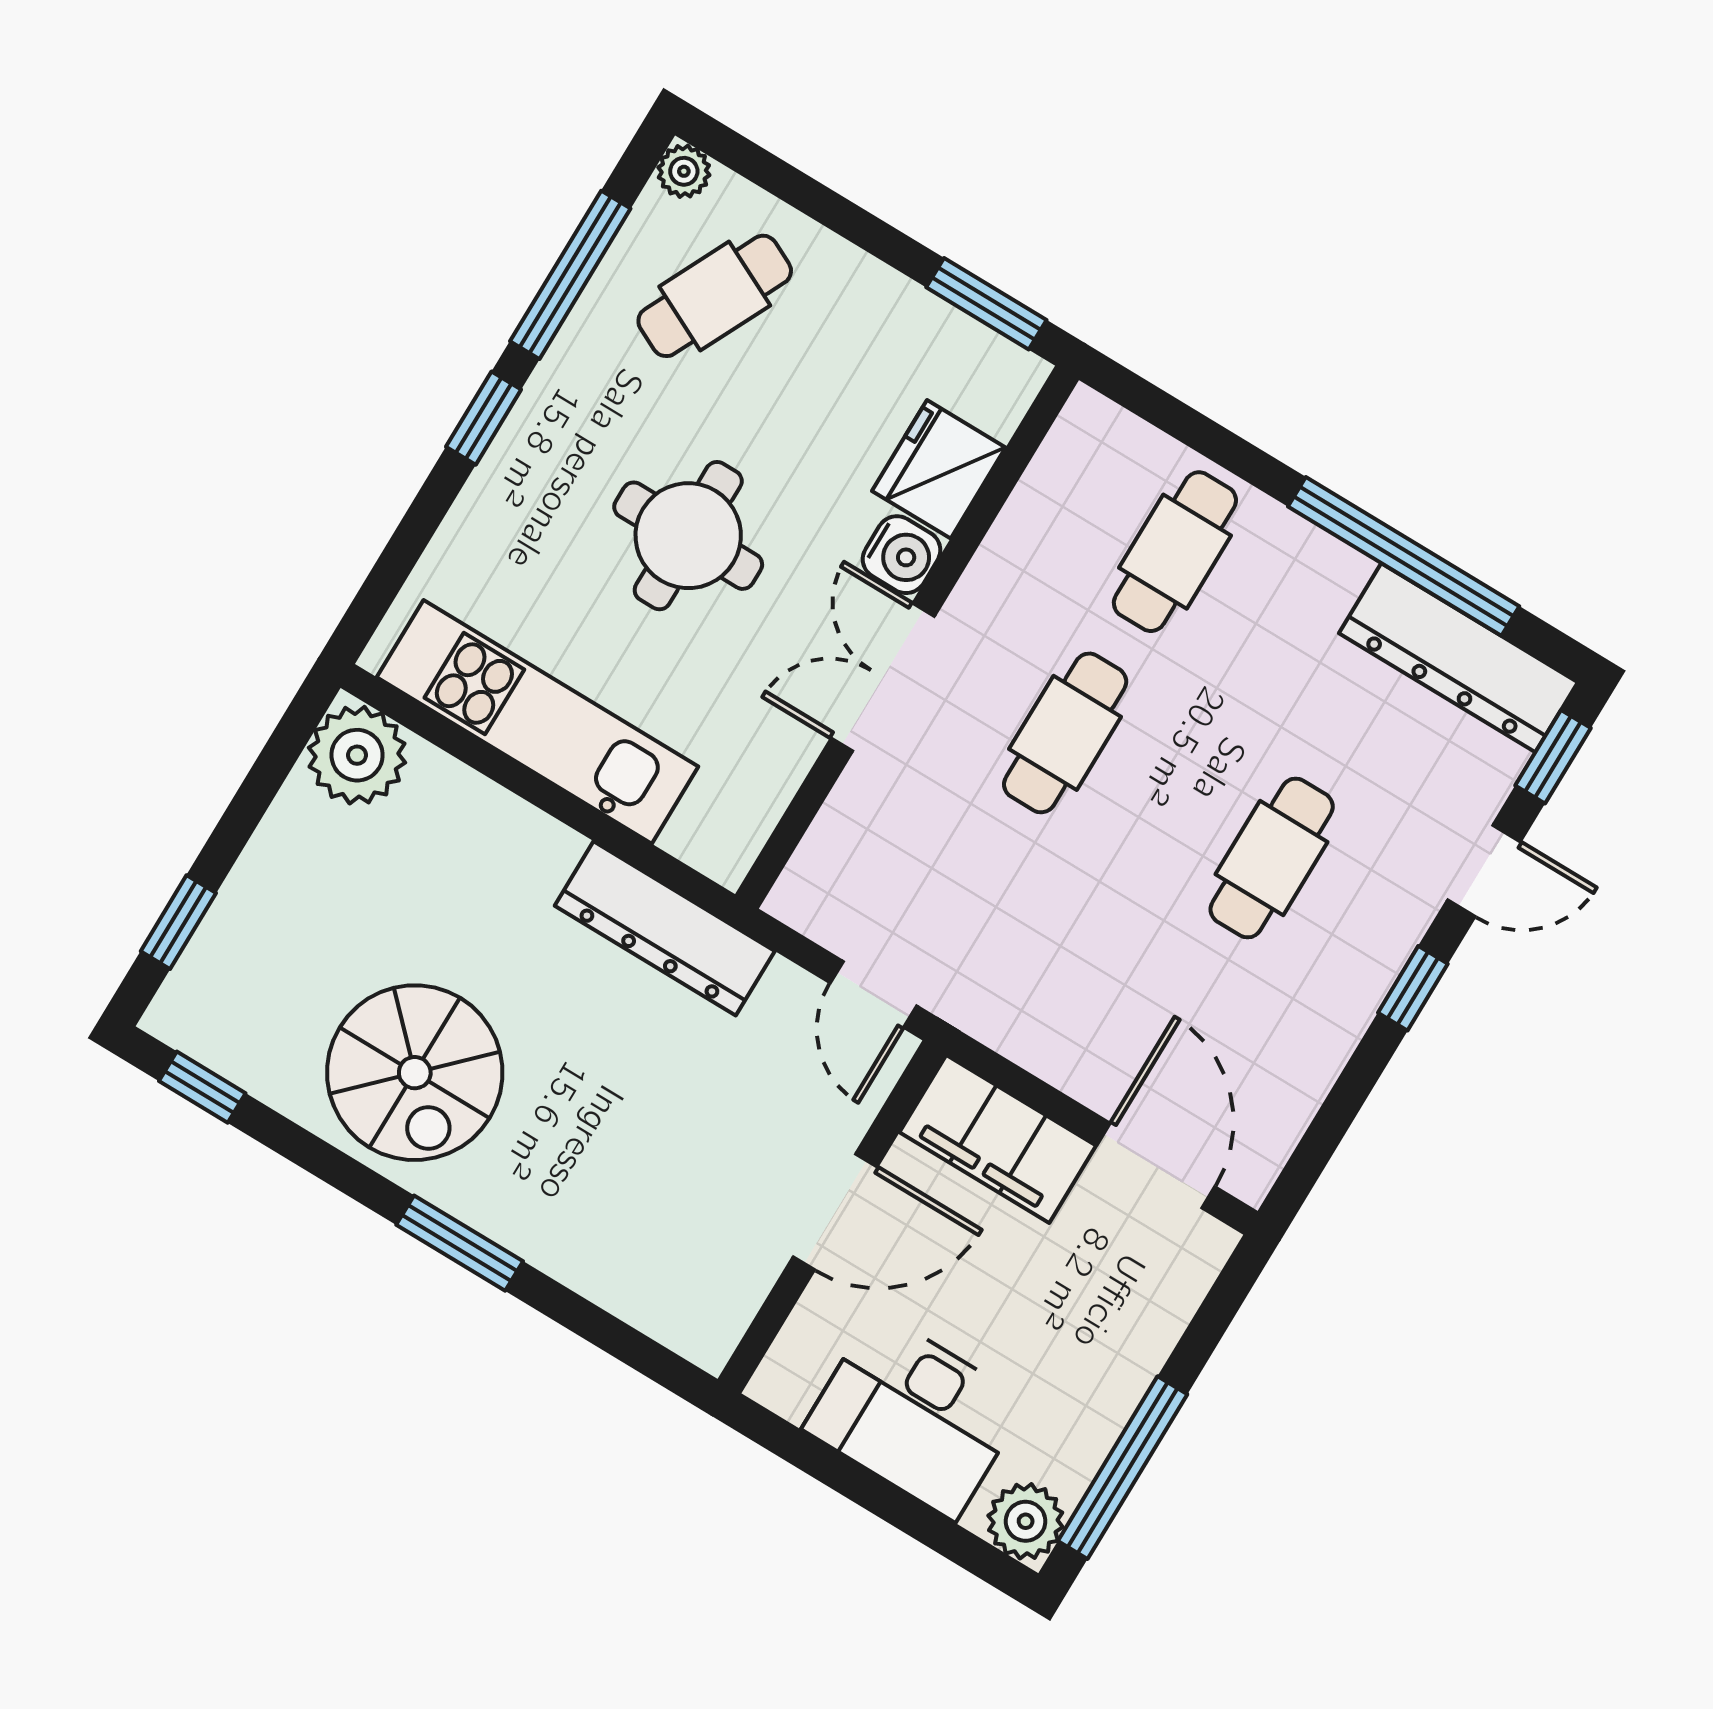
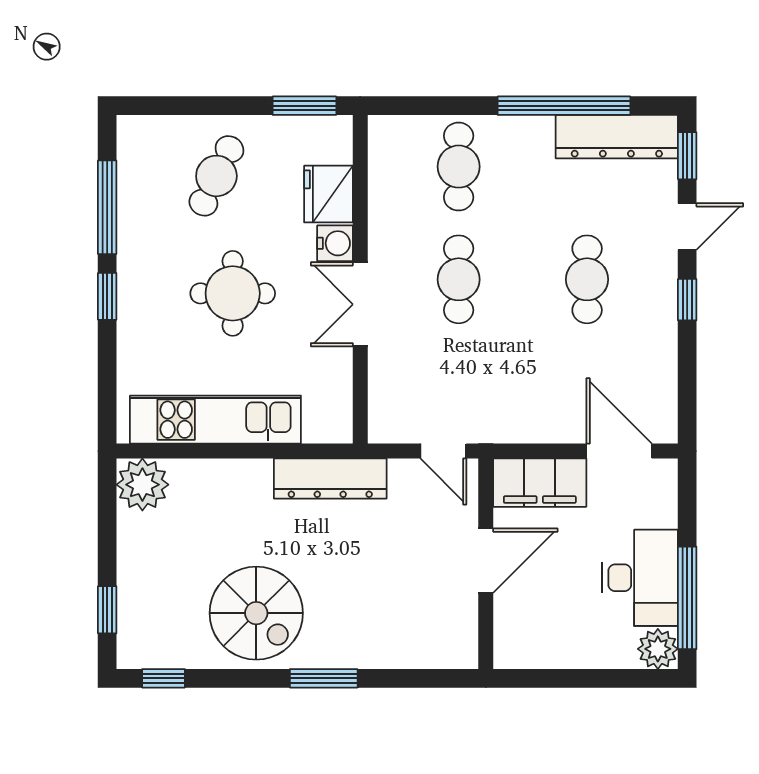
plant: (684, 171) -> (130, 129), removed
cafe table: (715, 296) -> (216, 176), moved
desk: (915, 1415) -> (640, 578), moved, turned -90

